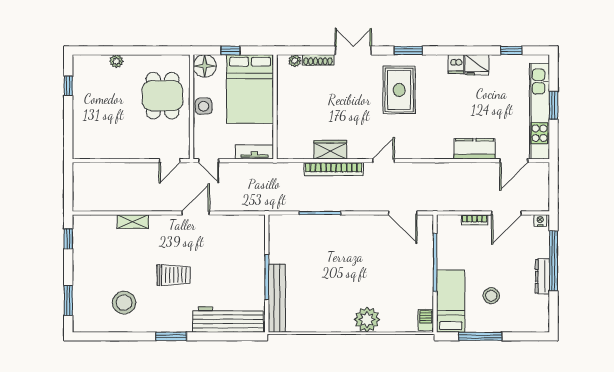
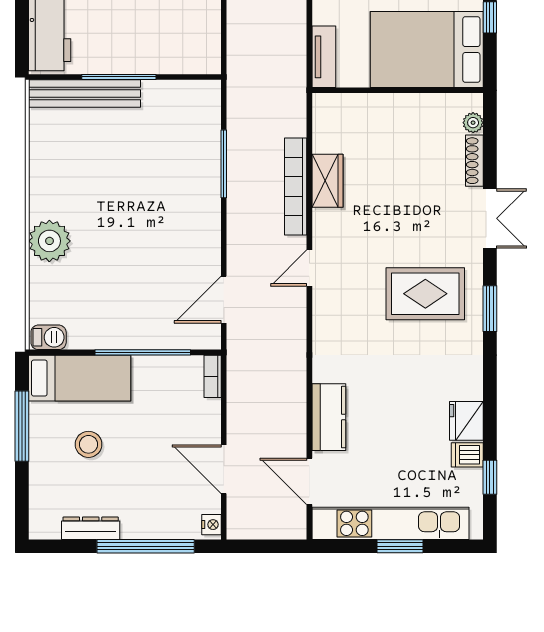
dishwasher: (456, 64) -> (467, 455), moved
door: (383, 161) -> (309, 268), swing flipped
bookcase: (475, 220) -> (213, 376), moved
dresser: (542, 276) -> (91, 528), moved

